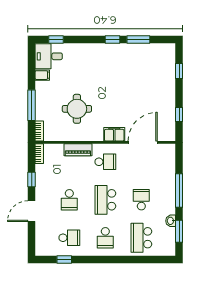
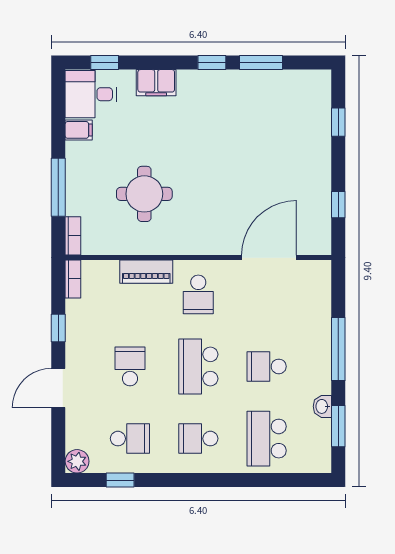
filing cabinet: (114, 134) -> (156, 83), moved, turned 180
school desk: (105, 162) -> (198, 294), turned 90
school desk: (69, 200) -> (130, 366), turned 180
school desk: (141, 200) -> (267, 366), turned -90
school desk: (105, 238) -> (198, 439), turned 90
plant: (41, 250) -> (77, 461), added

